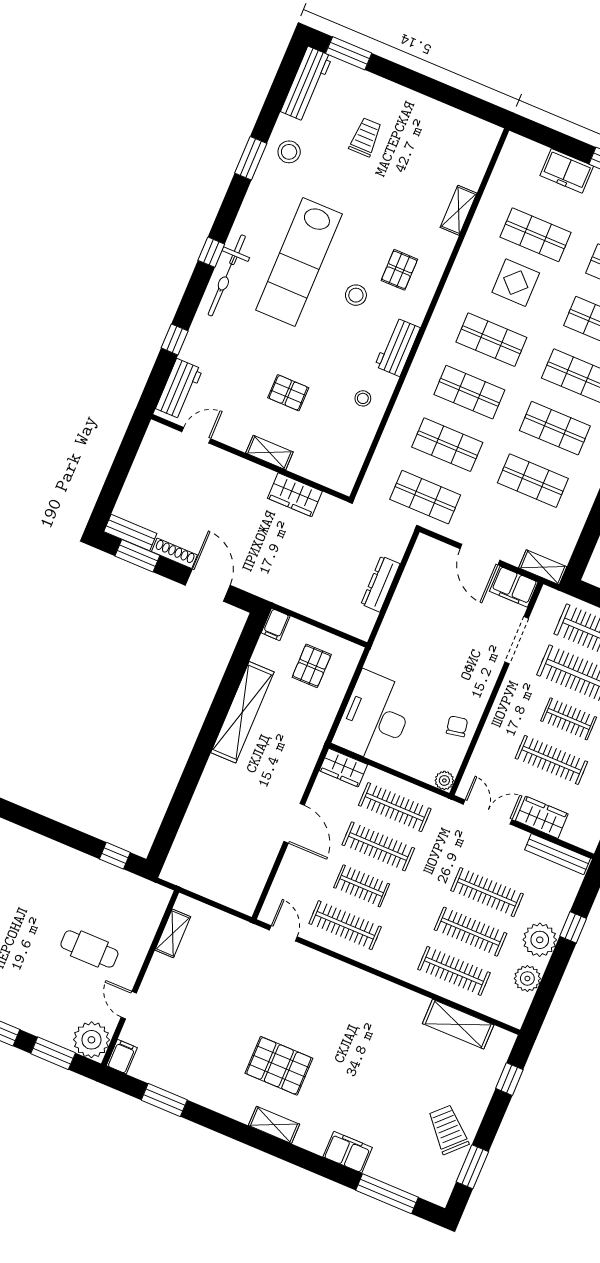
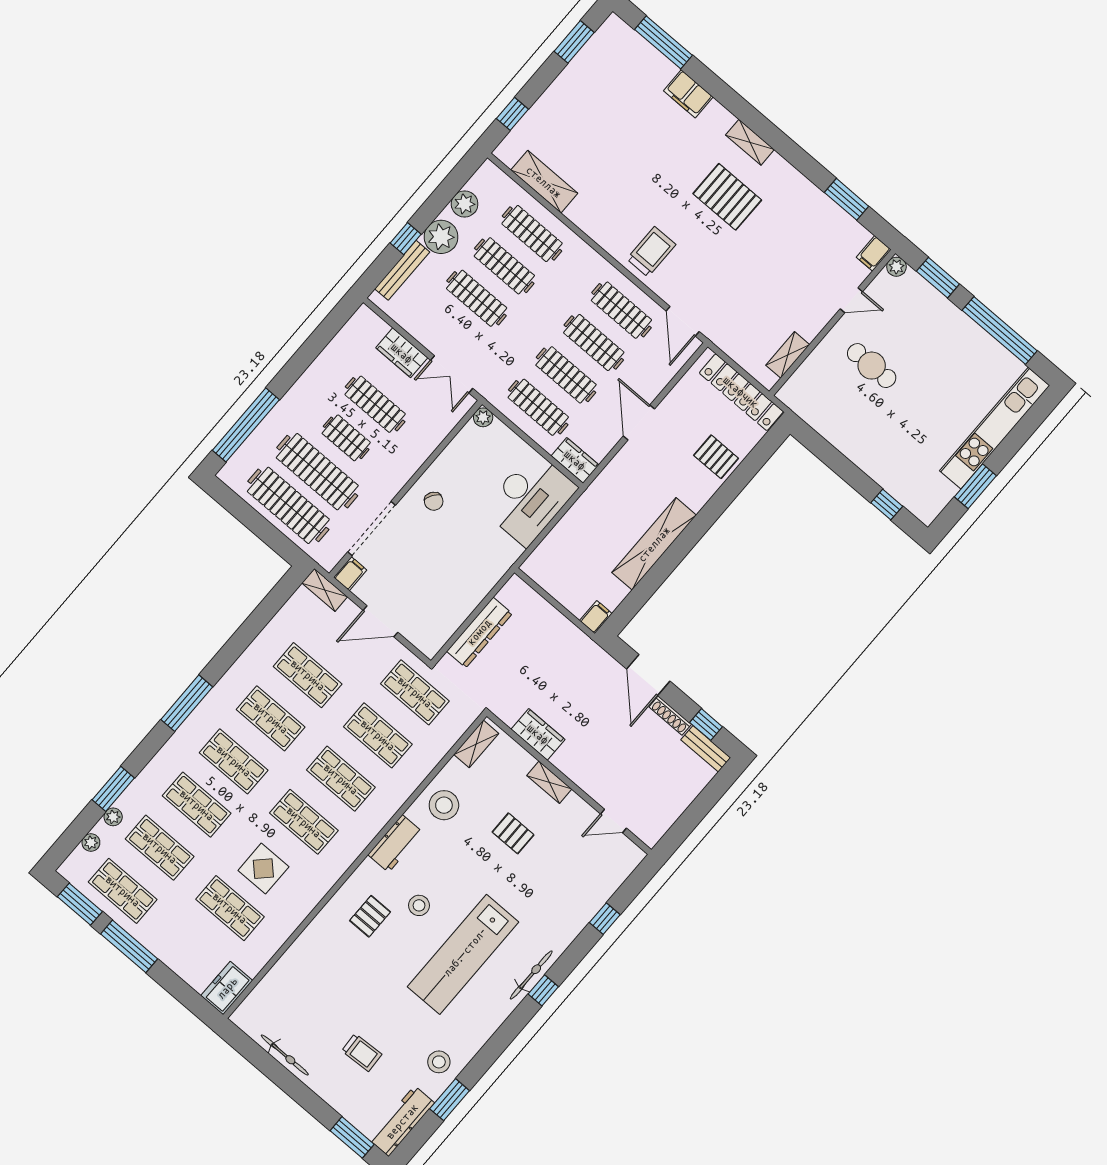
bicycle: (438, 111) -> (285, 1055), added
trolley: (366, 137) -> (362, 1053), turned -93
window: (251, 158) -> (450, 1100), moved
freezer: (567, 171) -> (227, 988), moved, turned -90
shelving: (459, 210) -> (476, 744), moved
lab bench: (299, 262) -> (463, 954), turned 180
bicycle: (227, 275) -> (531, 975), width x0.73, depth x0.71
workbench: (179, 389) -> (616, 870), removed
stool: (363, 398) -> (444, 805), width x1.89, depth x1.89
door: (480, 554) -> (380, 621), swing flipped
window: (137, 556) -> (706, 725), width x0.67
dresser: (380, 584) -> (479, 632), width x1.37, depth x1.24
filing cabinet: (514, 587) -> (350, 574), width x0.50
doorway: (517, 640) -> (372, 529), width x1.36
pallet: (312, 666) -> (716, 457), moved, turned 90
chair: (457, 726) -> (434, 501), moved, turned -46
bench: (558, 854) -> (402, 270), moved, turned 90
window: (115, 856) -> (887, 505), moved
locker: (206, 884) -> (741, 392), added
clothes rail: (362, 886) -> (594, 343), width x1.36
door: (283, 933) -> (683, 321), width x1.38
door: (129, 1005) -> (851, 300), hinge flipped
plant: (91, 1040) -> (896, 267), width x0.53, depth x0.53
trolley: (448, 1130) -> (651, 252), moved, turned -135

